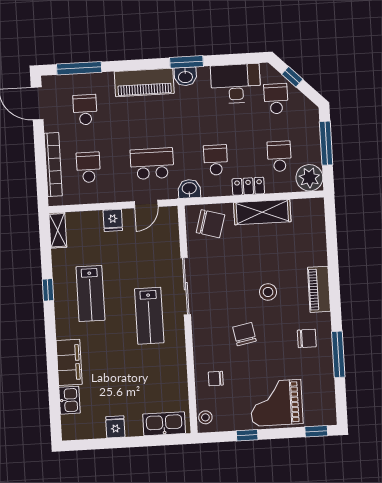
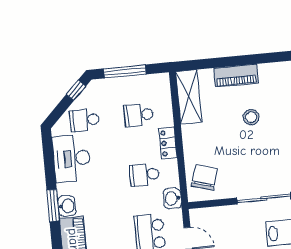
window: (292, 77) -> (76, 90), moved
plant: (309, 178) -> (158, 86), removed
shelving: (262, 212) -> (189, 97), moved
piano: (319, 289) -> (236, 76), moved
stool: (268, 292) -> (251, 117), moved

